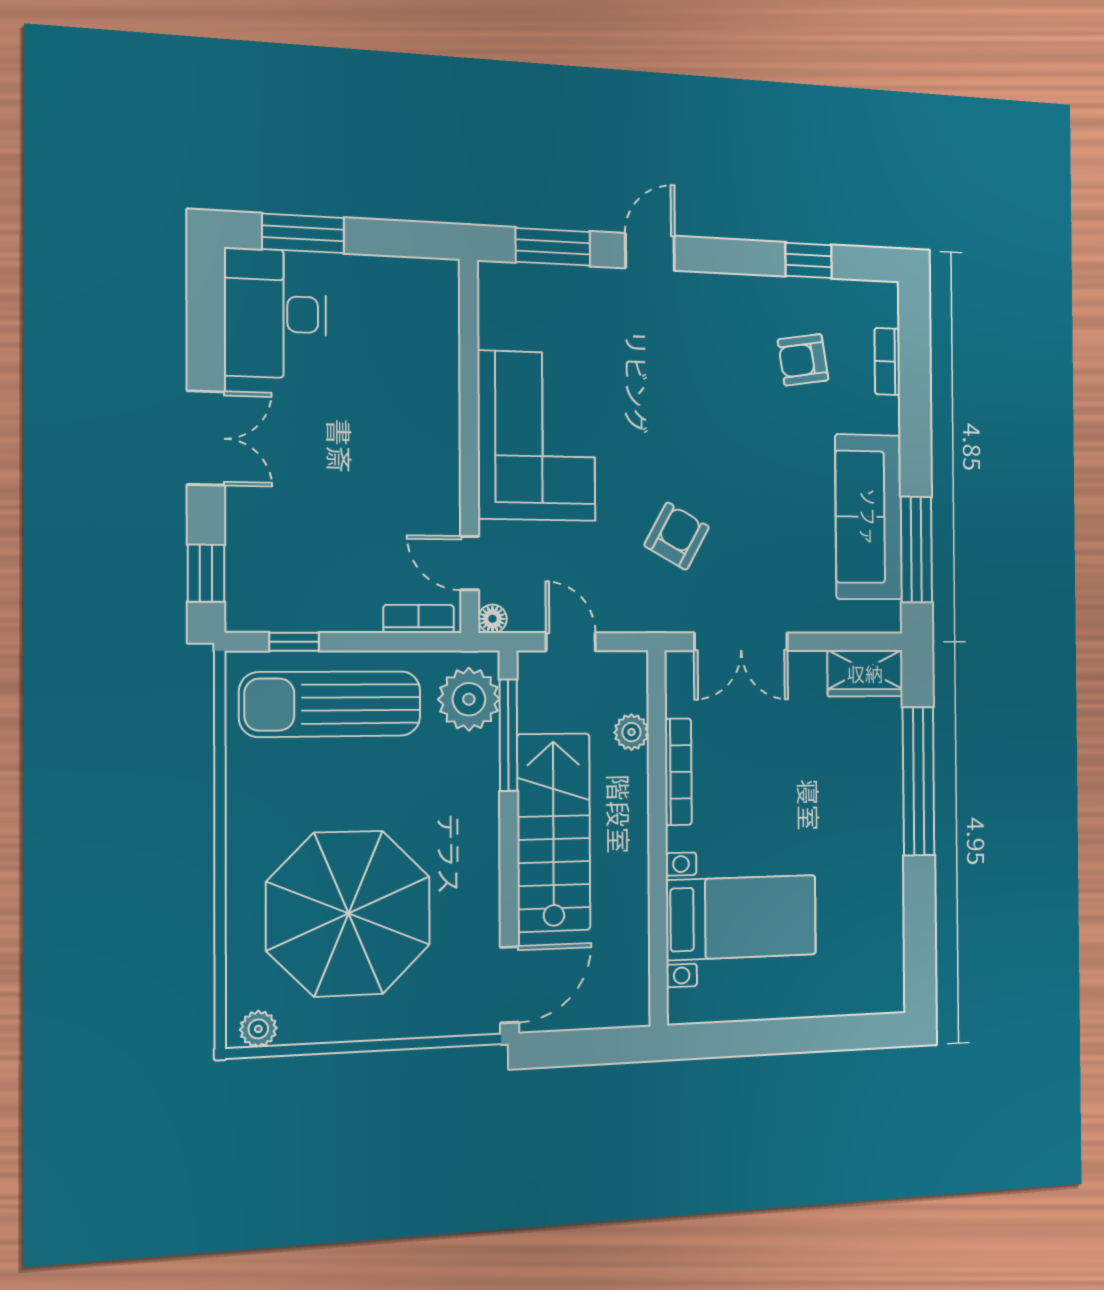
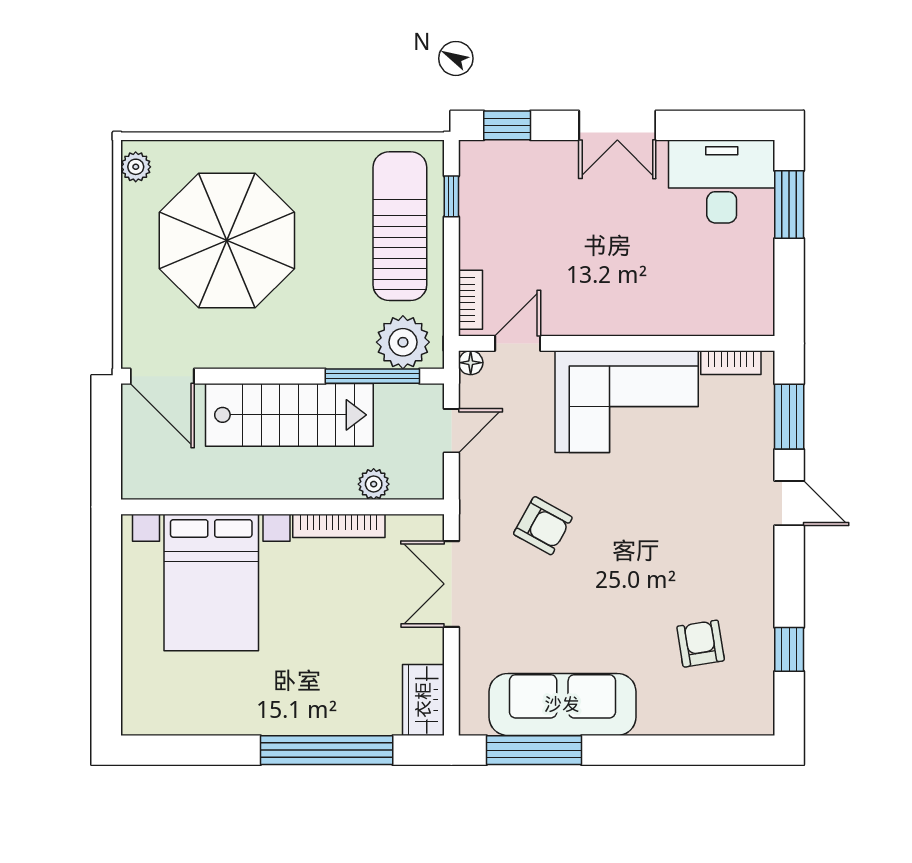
bookcase: (887, 361) -> (731, 363), moved, turned 180
bed with nightstands: (741, 917) -> (211, 582), width x1.36

